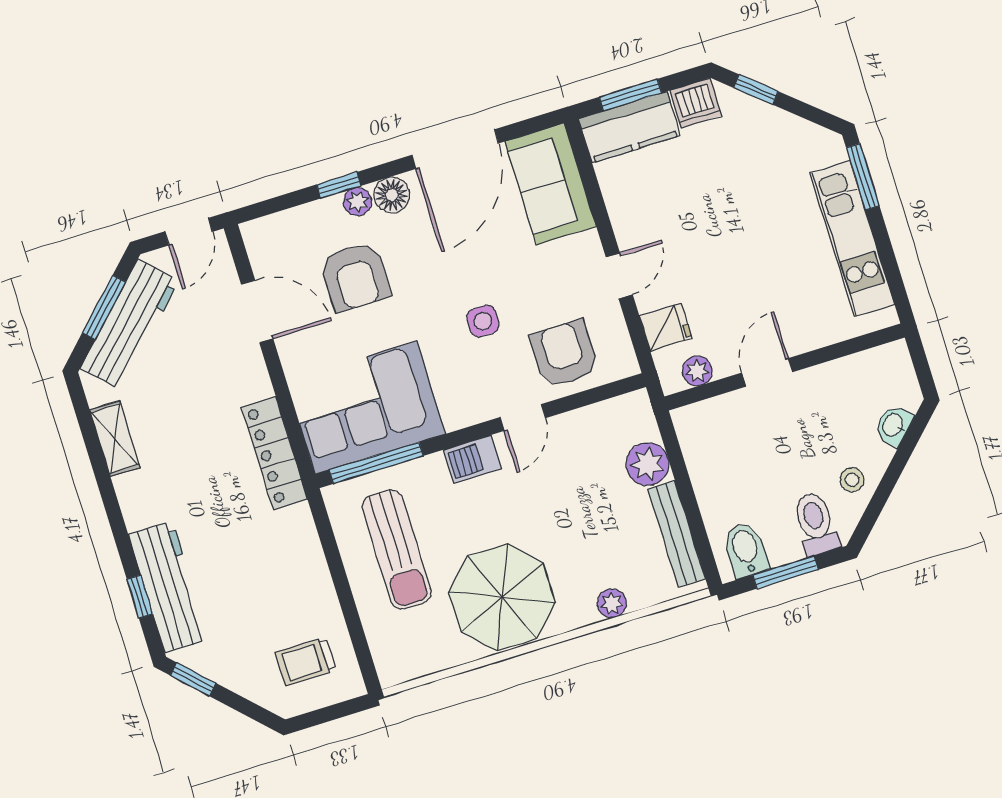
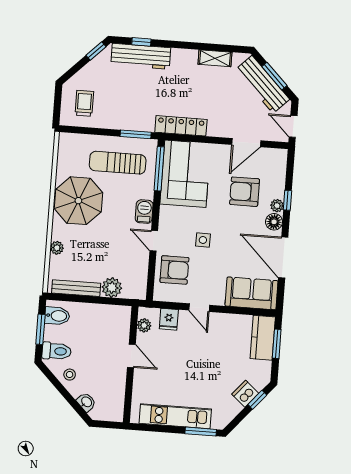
dishwasher: (696, 103) -> (245, 394), moved, turned 41
window: (327, 536) -> (136, 134), added

